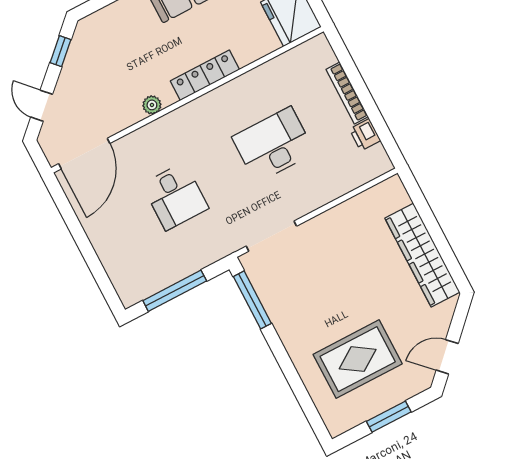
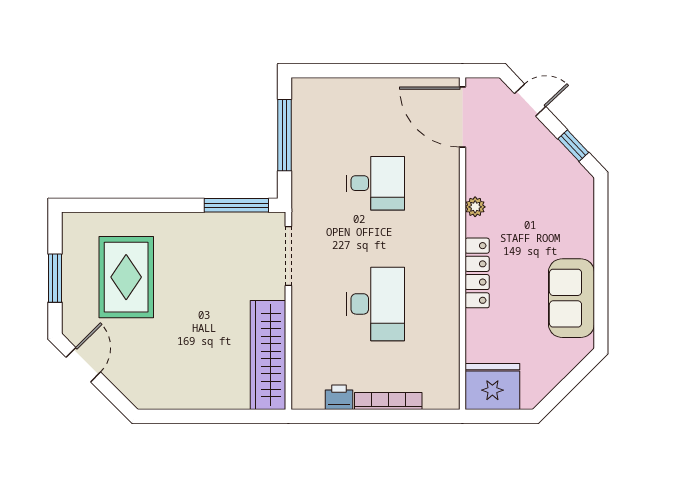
desk: (175, 196) -> (375, 183), turned 180
wardrobe: (422, 255) -> (268, 355), moved, turned -90

